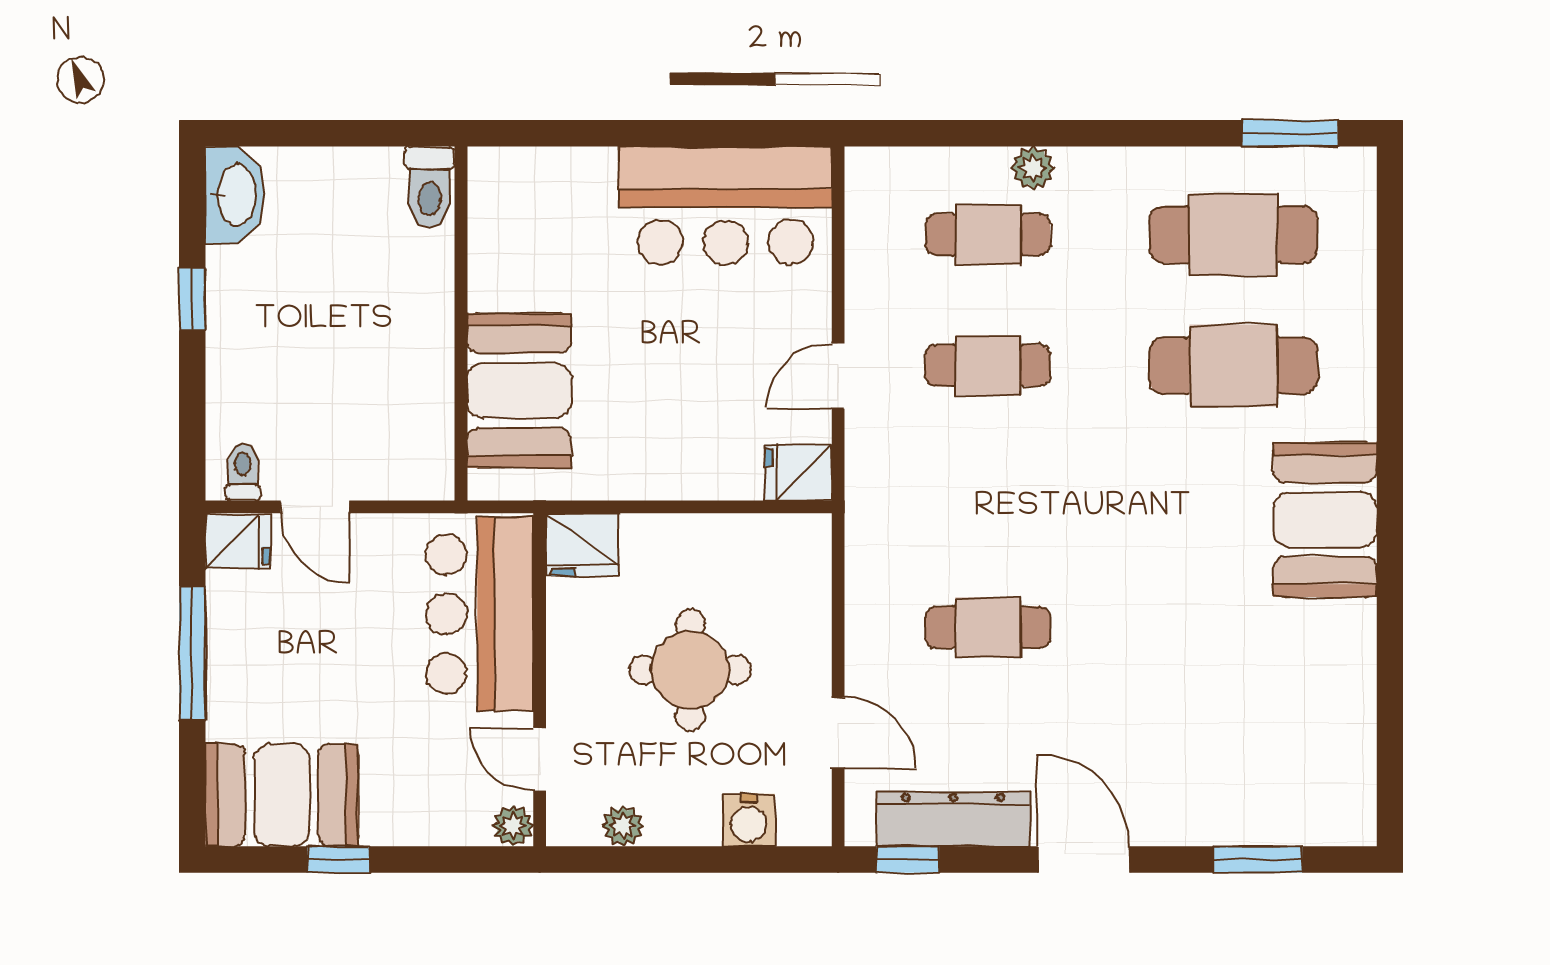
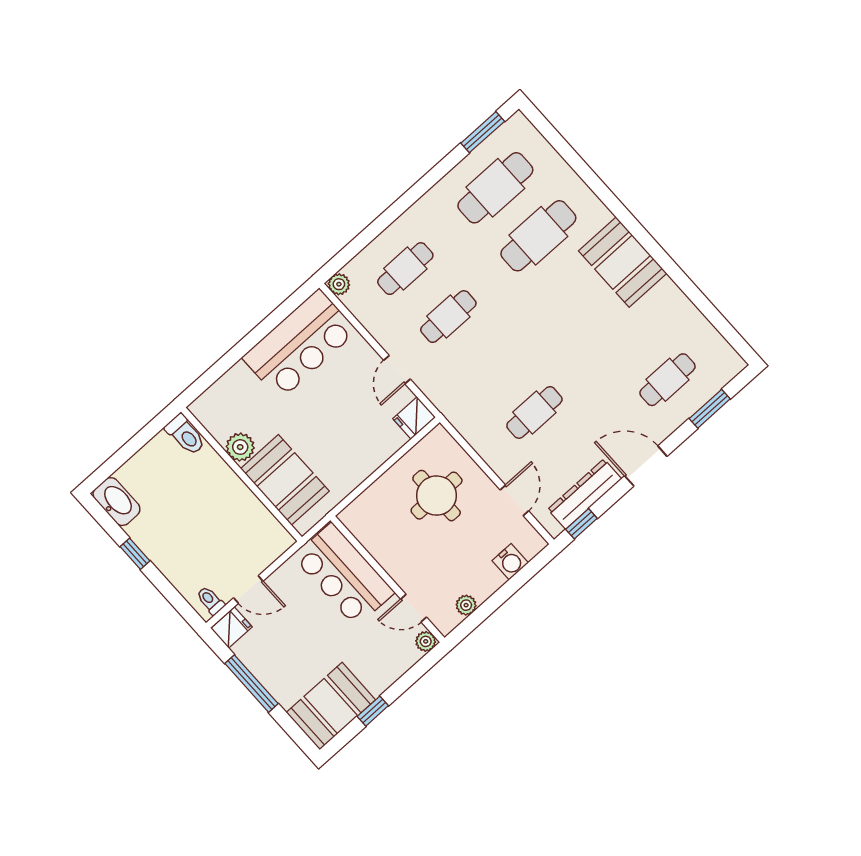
plant: (1033, 168) -> (339, 284), moved
plant: (496, 280) -> (240, 447), added
fridge: (582, 545) -> (359, 515), removed
round table: (690, 670) -> (437, 496), moved
door: (838, 733) -> (514, 500), hinge flipped
cafe table: (1233, 758) -> (667, 380), added

